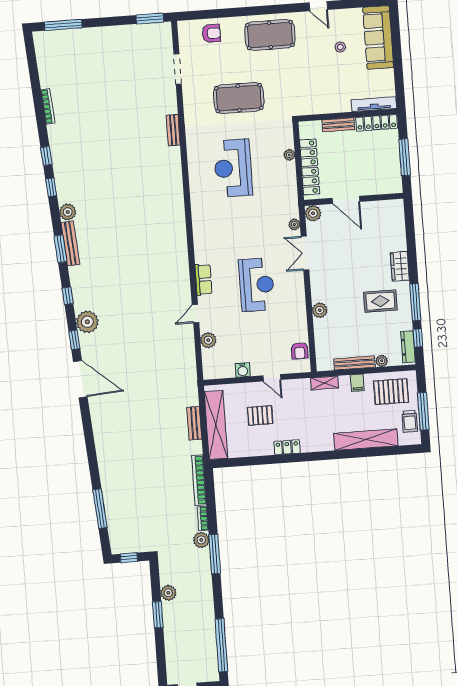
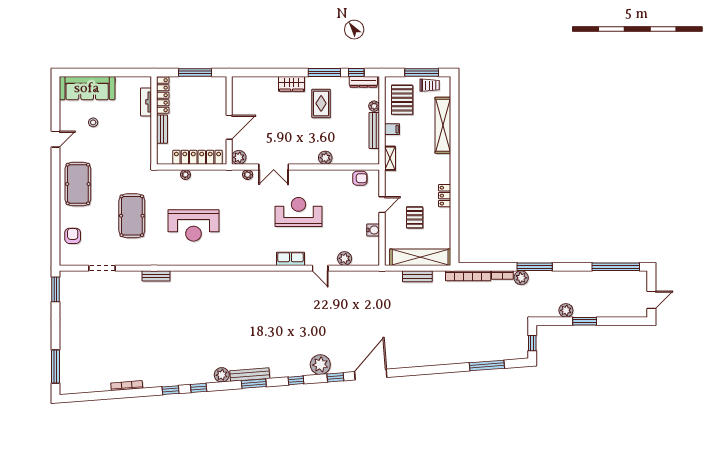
tv unit: (374, 104) -> (146, 102), width x0.71

